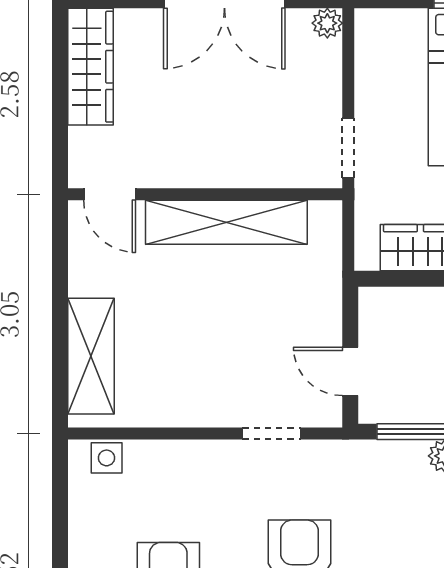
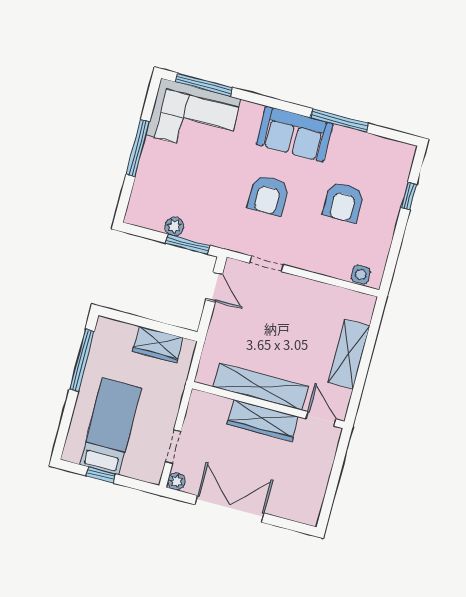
wardrobe: (90, 67) -> (263, 420), moved, turned -90
doorway: (348, 148) -> (173, 447), moved
shelving: (91, 356) -> (349, 354), moved

